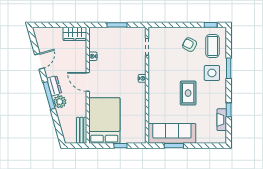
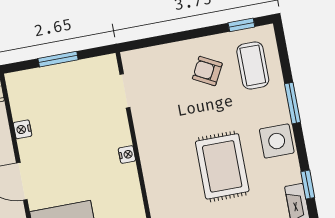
side table: (212, 73) -> (277, 141), moved
rug: (188, 93) -> (222, 166), width x1.36, depth x1.43

